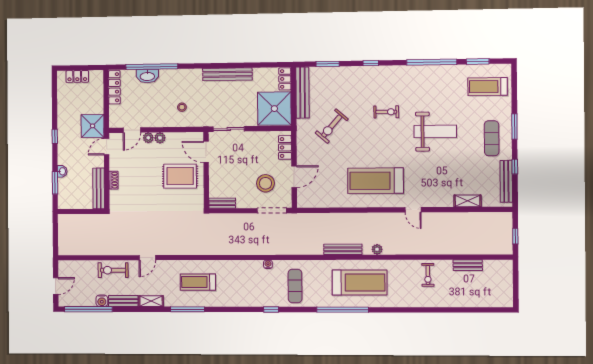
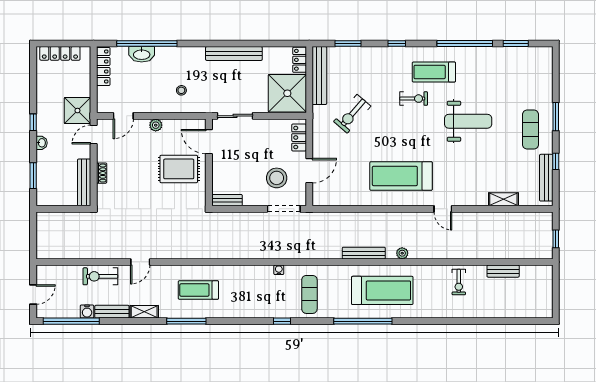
locker: (77, 76) -> (60, 53), width x1.53
treadmill: (488, 87) -> (434, 72), moved
plant: (148, 138) -> (142, 125), removed
washbasin: (62, 171) -> (42, 143), moved

